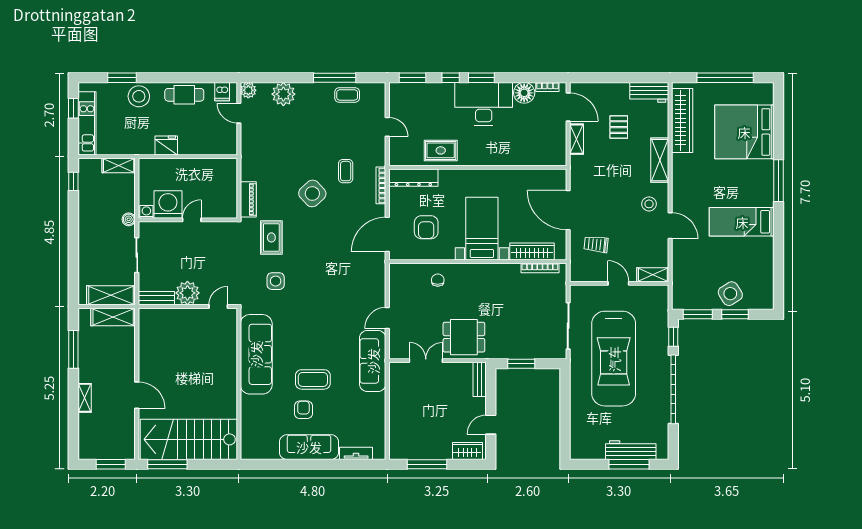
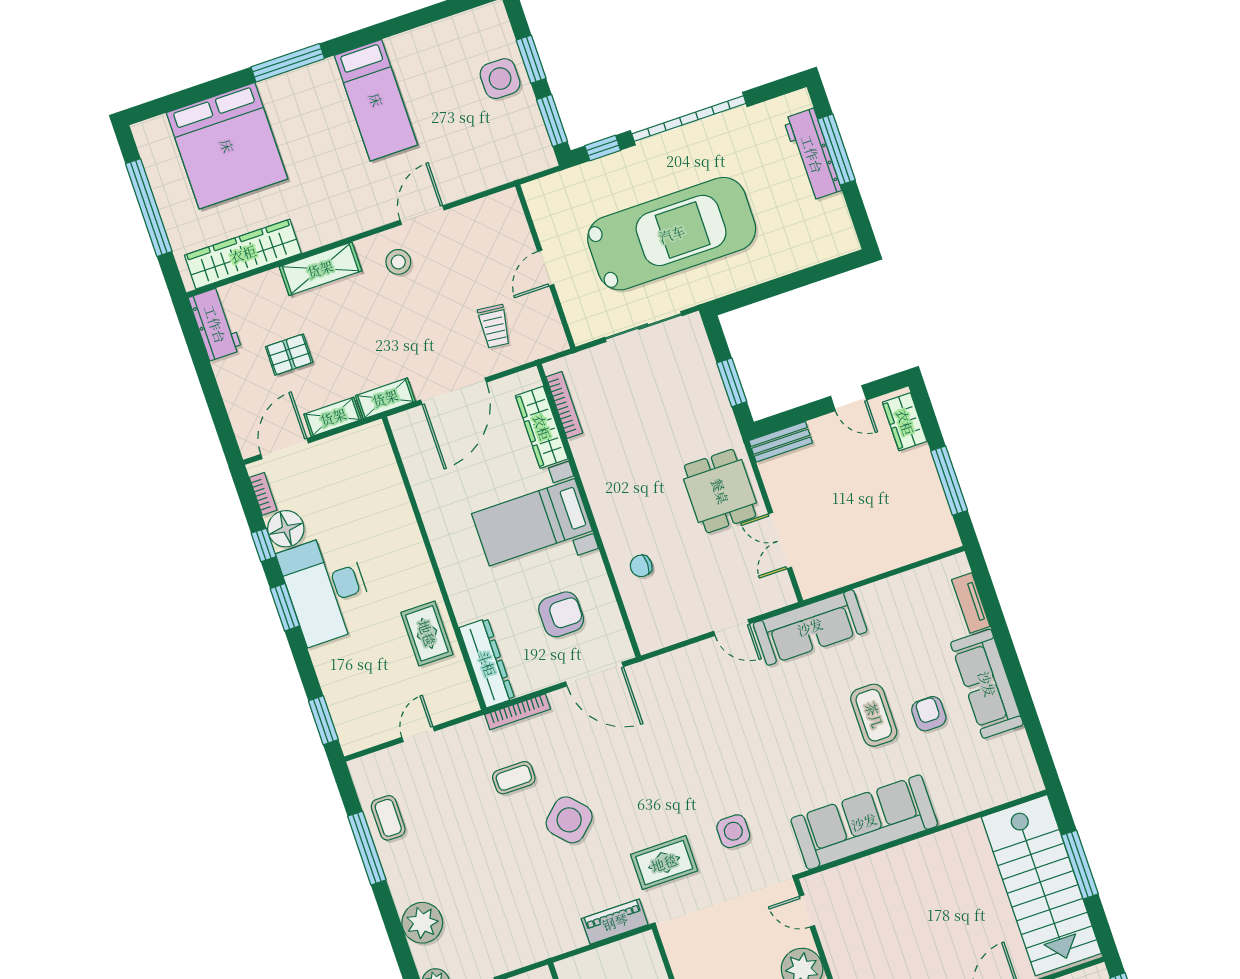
window: (451, 78) -> (264, 545), moved
shelving: (653, 275) -> (385, 398), moved, turned 90
side table: (730, 294) -> (500, 79), turned 32
armchair: (303, 410) -> (929, 714), turned 90
window: (167, 464) -> (1080, 865), moved

